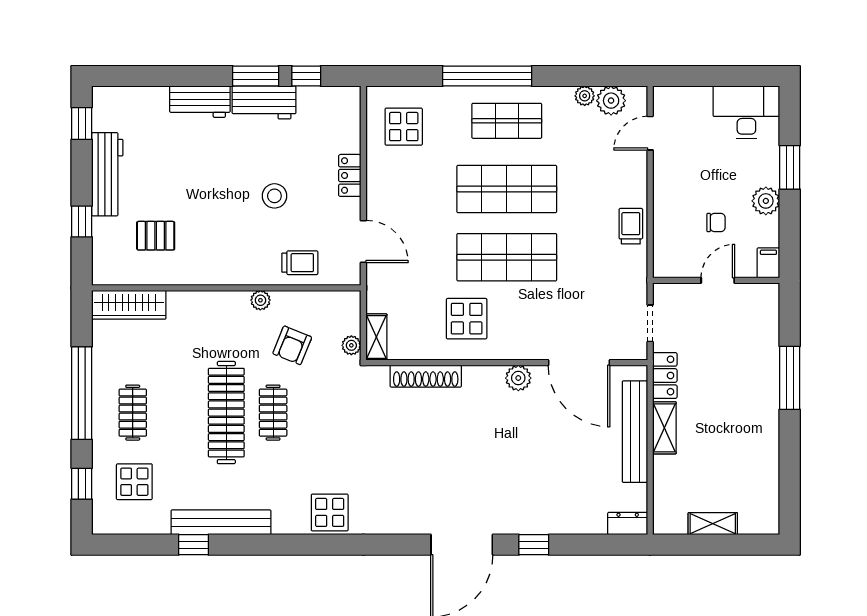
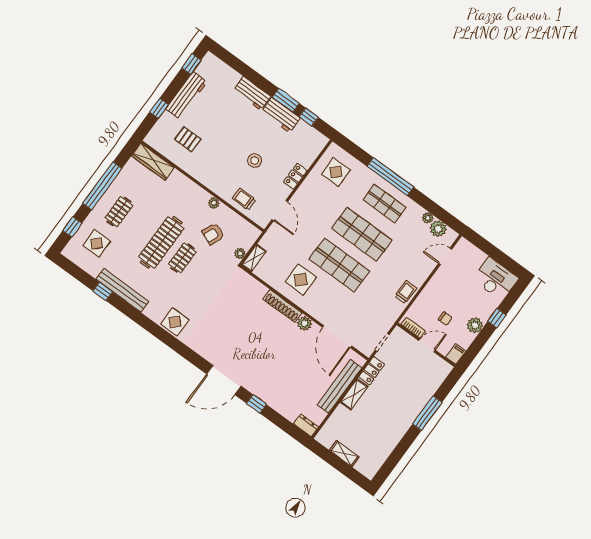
window: (790, 167) -> (497, 318), width x0.67
trolley: (300, 263) -> (244, 199), turned 180
bookcase: (679, 270) -> (413, 328), added
shoe rack: (426, 376) -> (282, 306), moved

